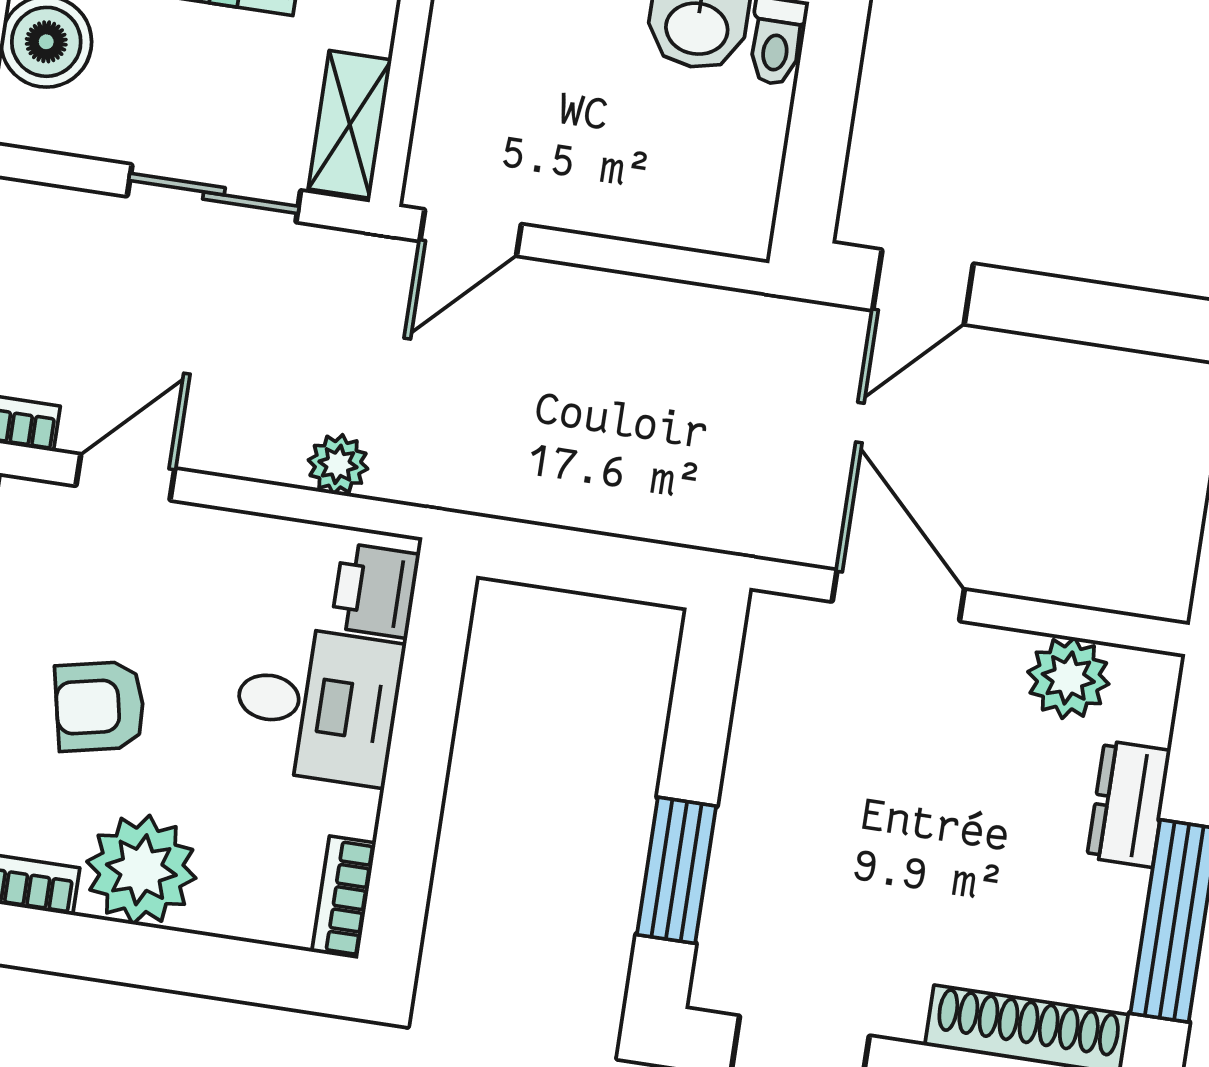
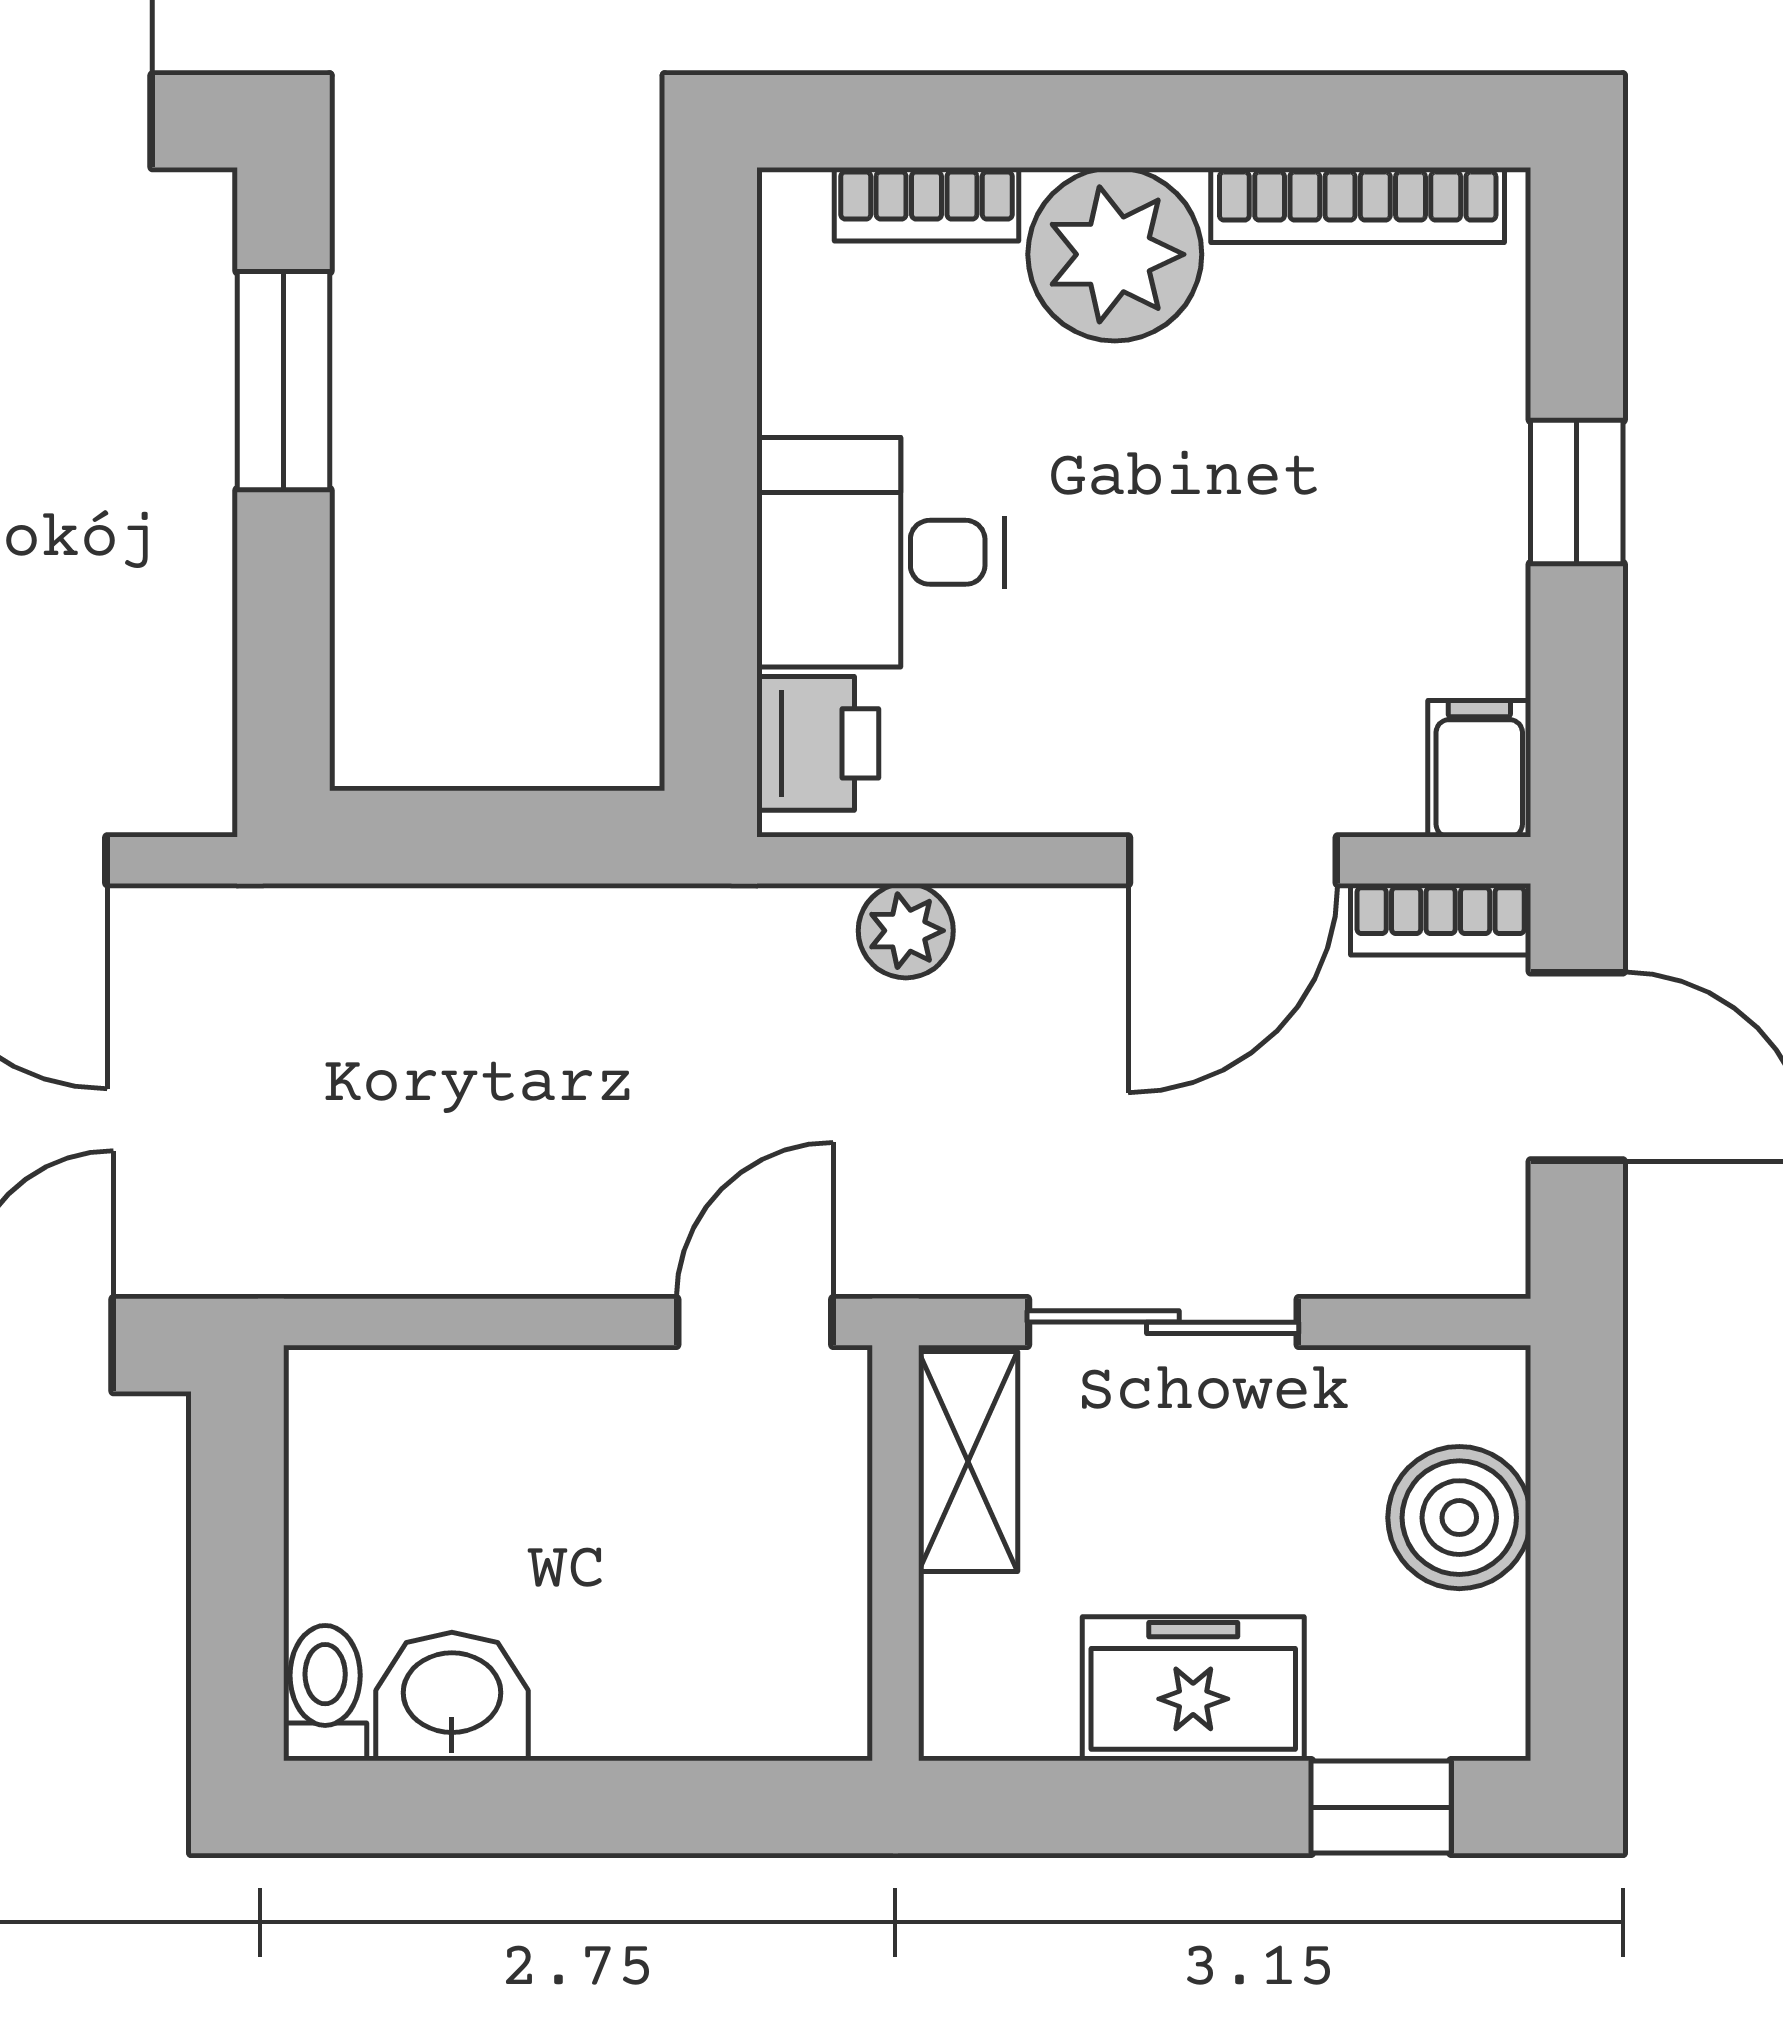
door: (125, 477) -> (1233, 860), width x1.38
armchair: (100, 706) -> (1218, 498), removed
bookcase: (344, 897) -> (927, 204), moved, turned 90

